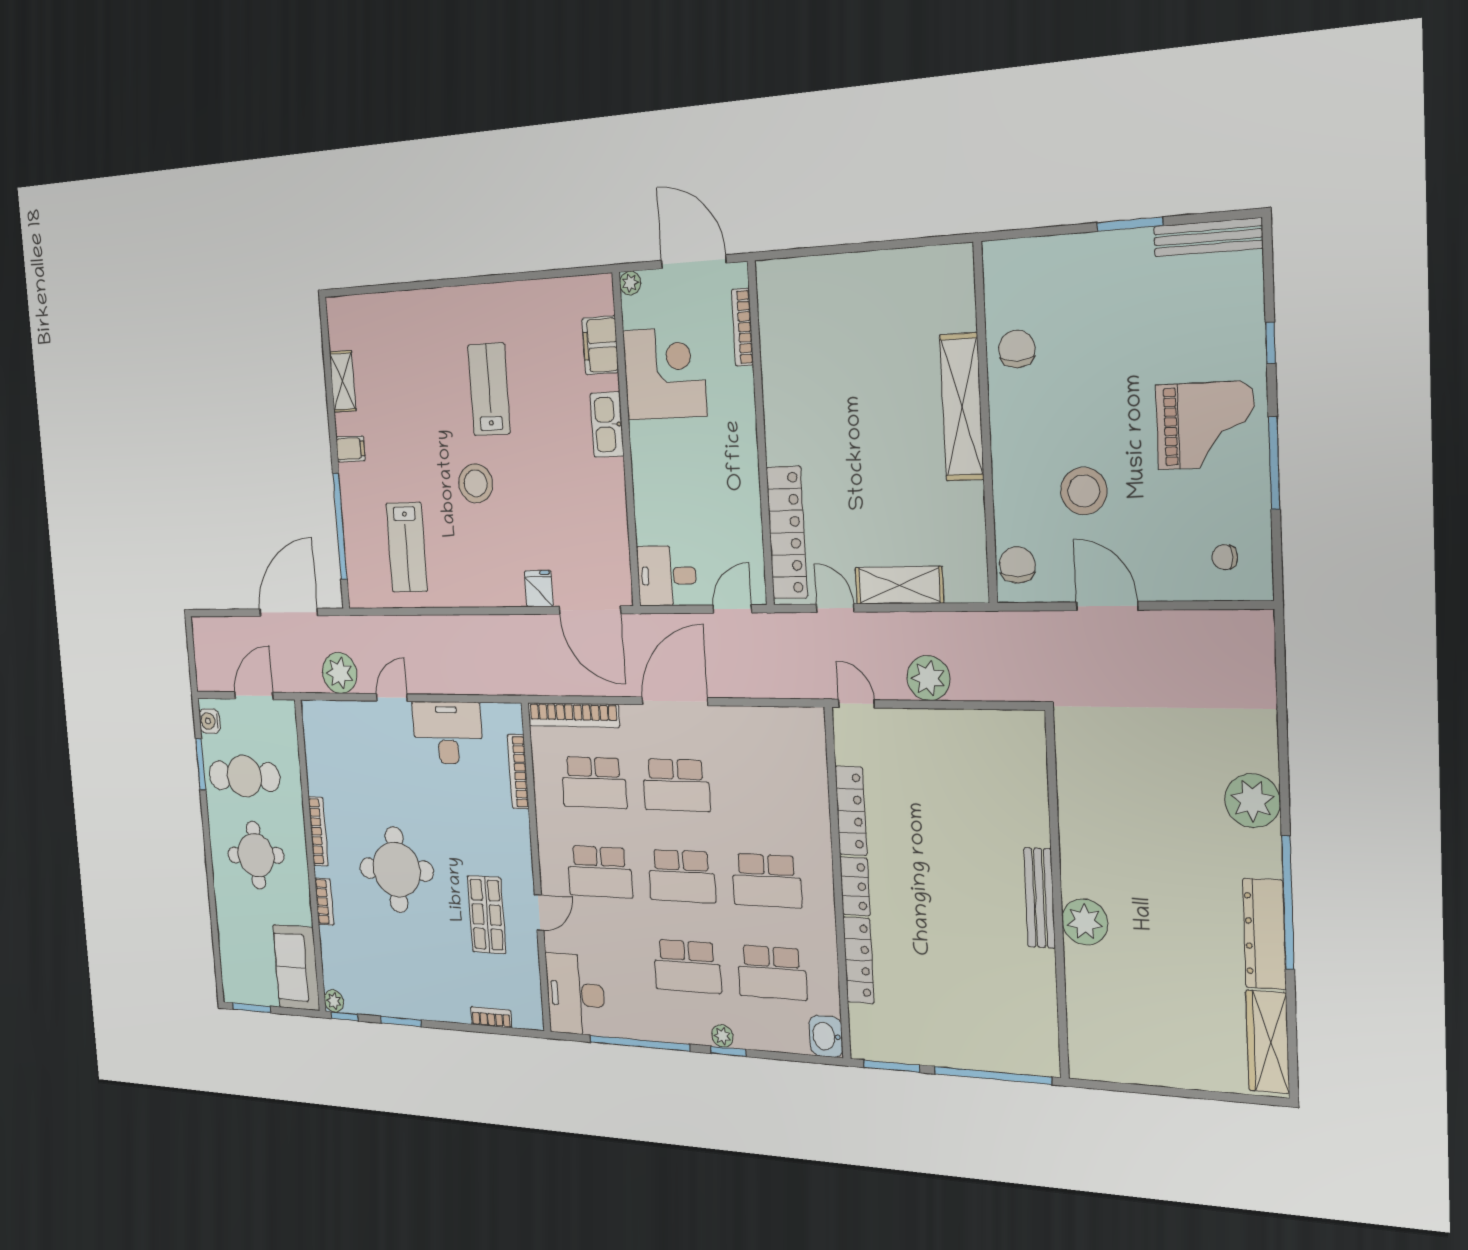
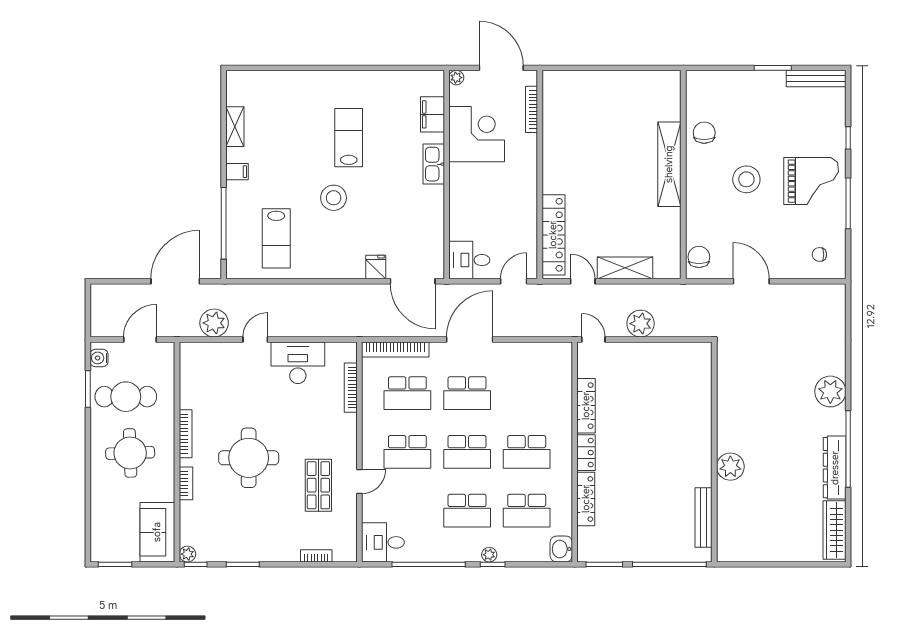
stool: (1084, 491) -> (746, 179), moved
bench: (1040, 898) -> (704, 517), moved
desk: (575, 994) -> (383, 542), width x0.73

